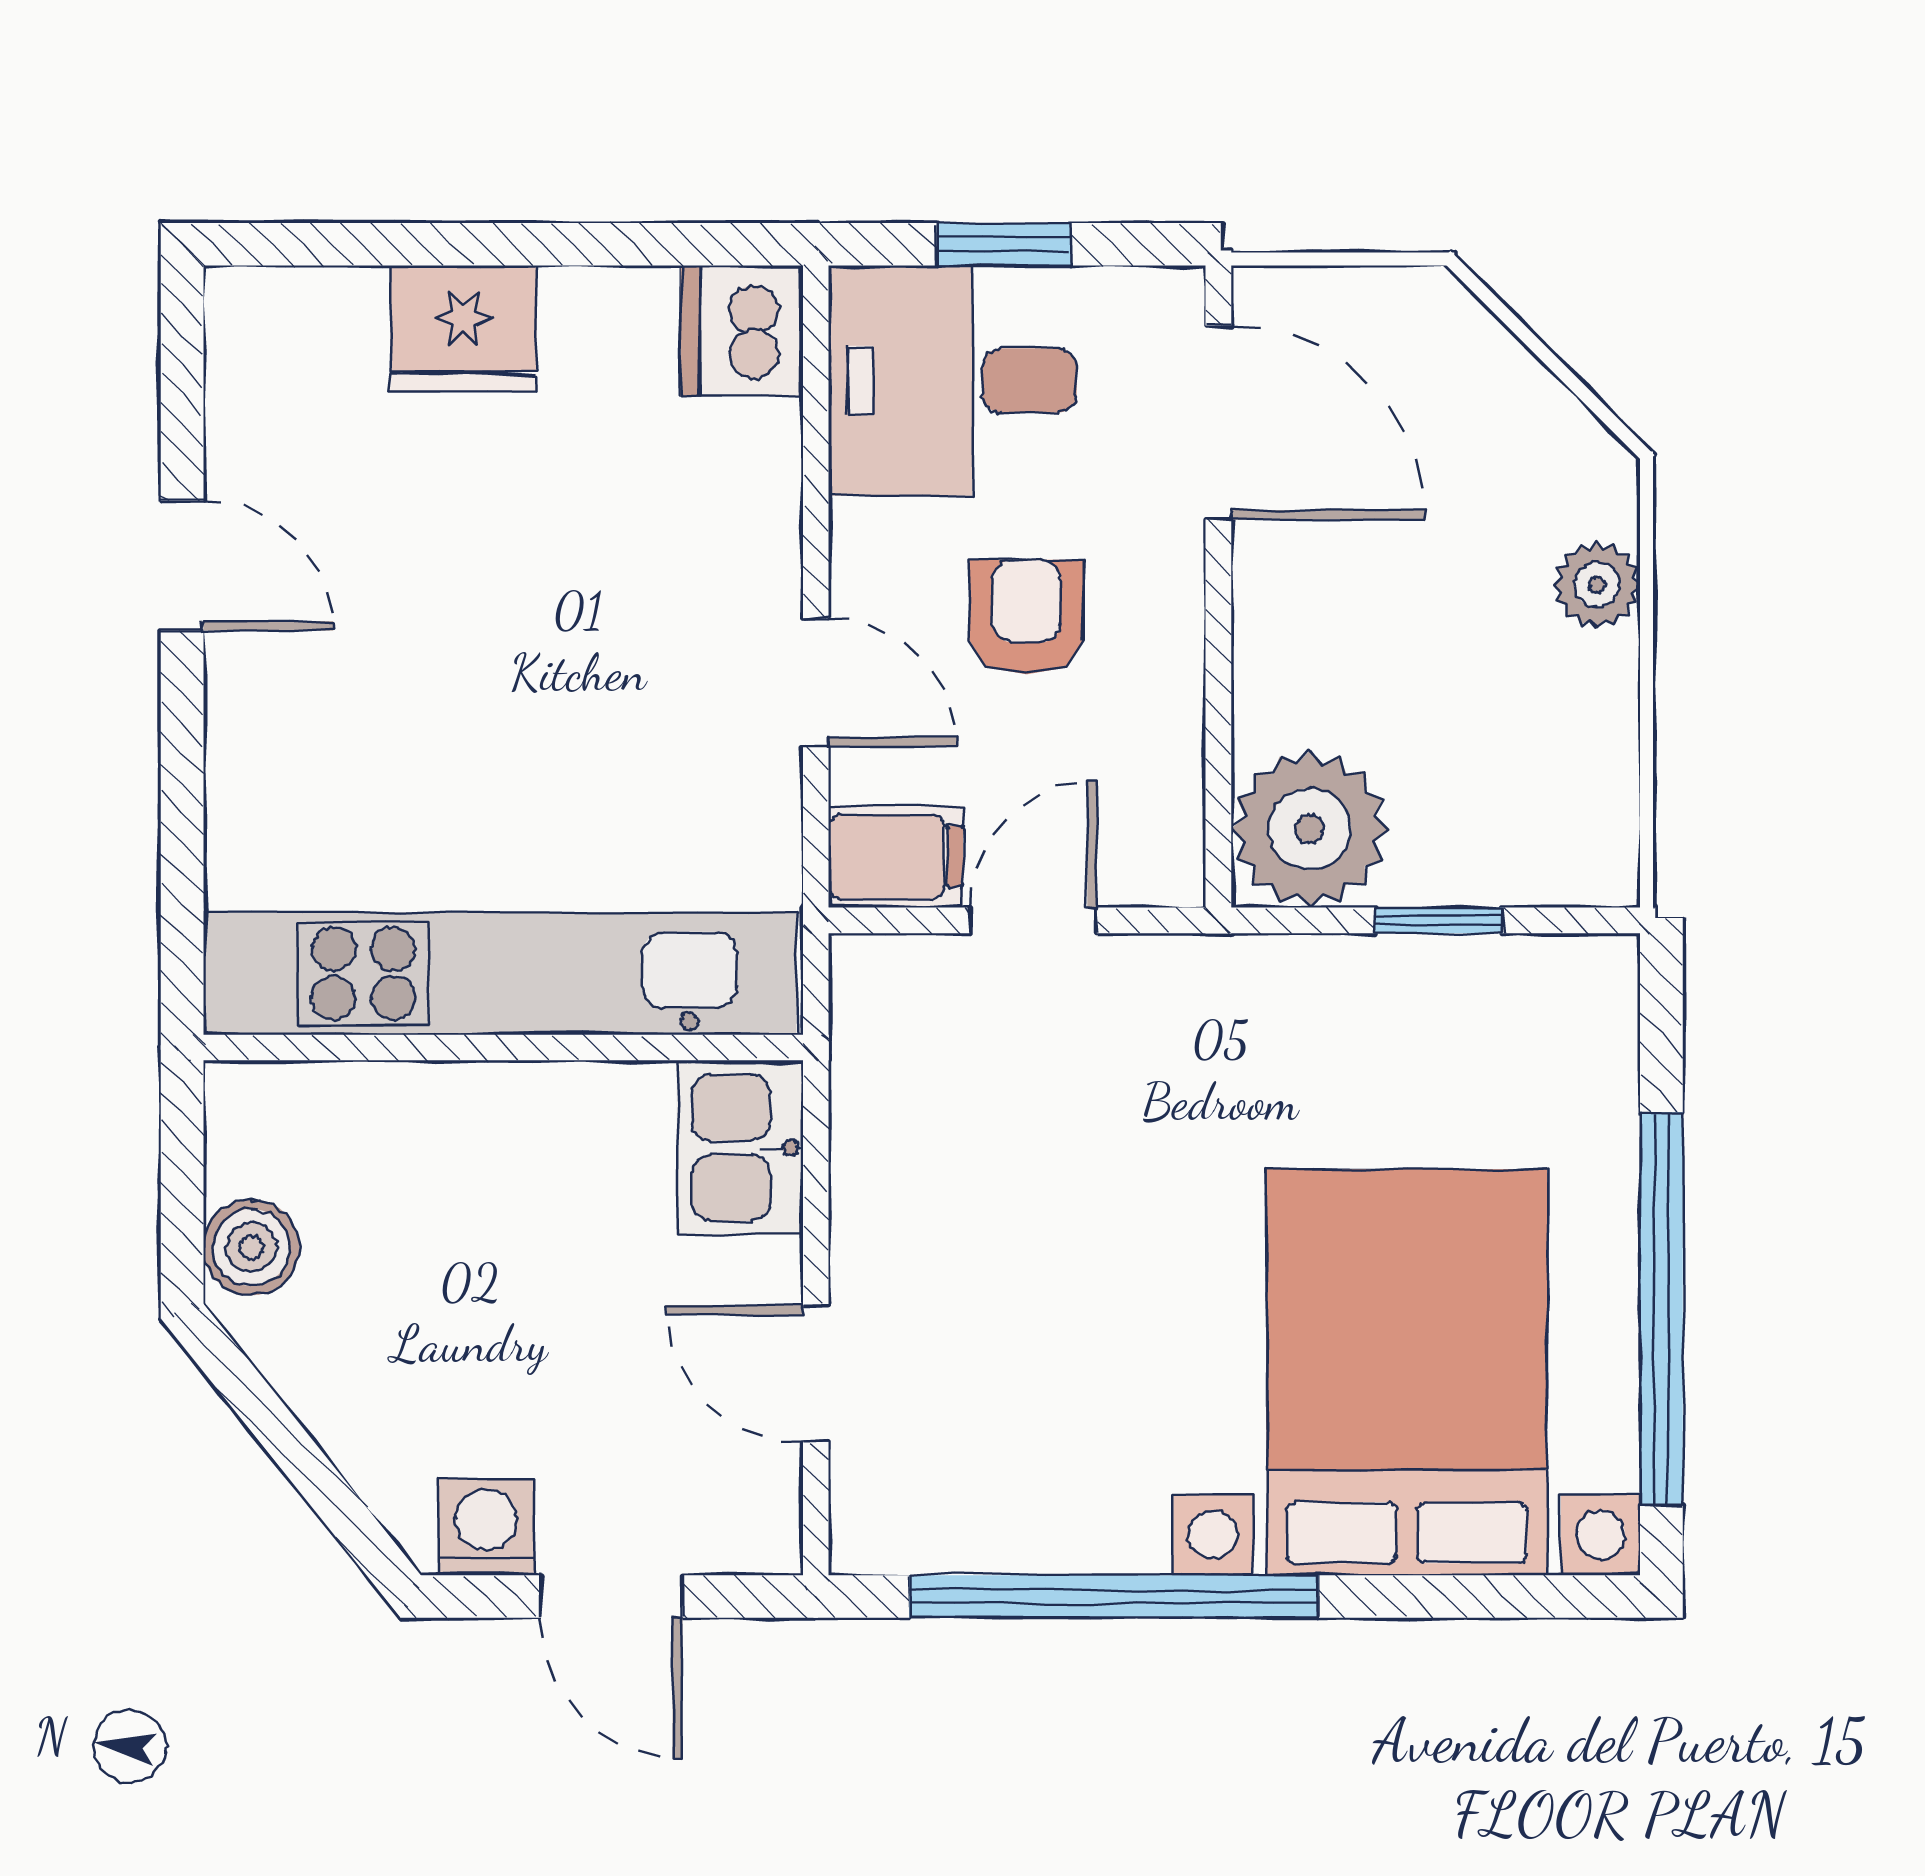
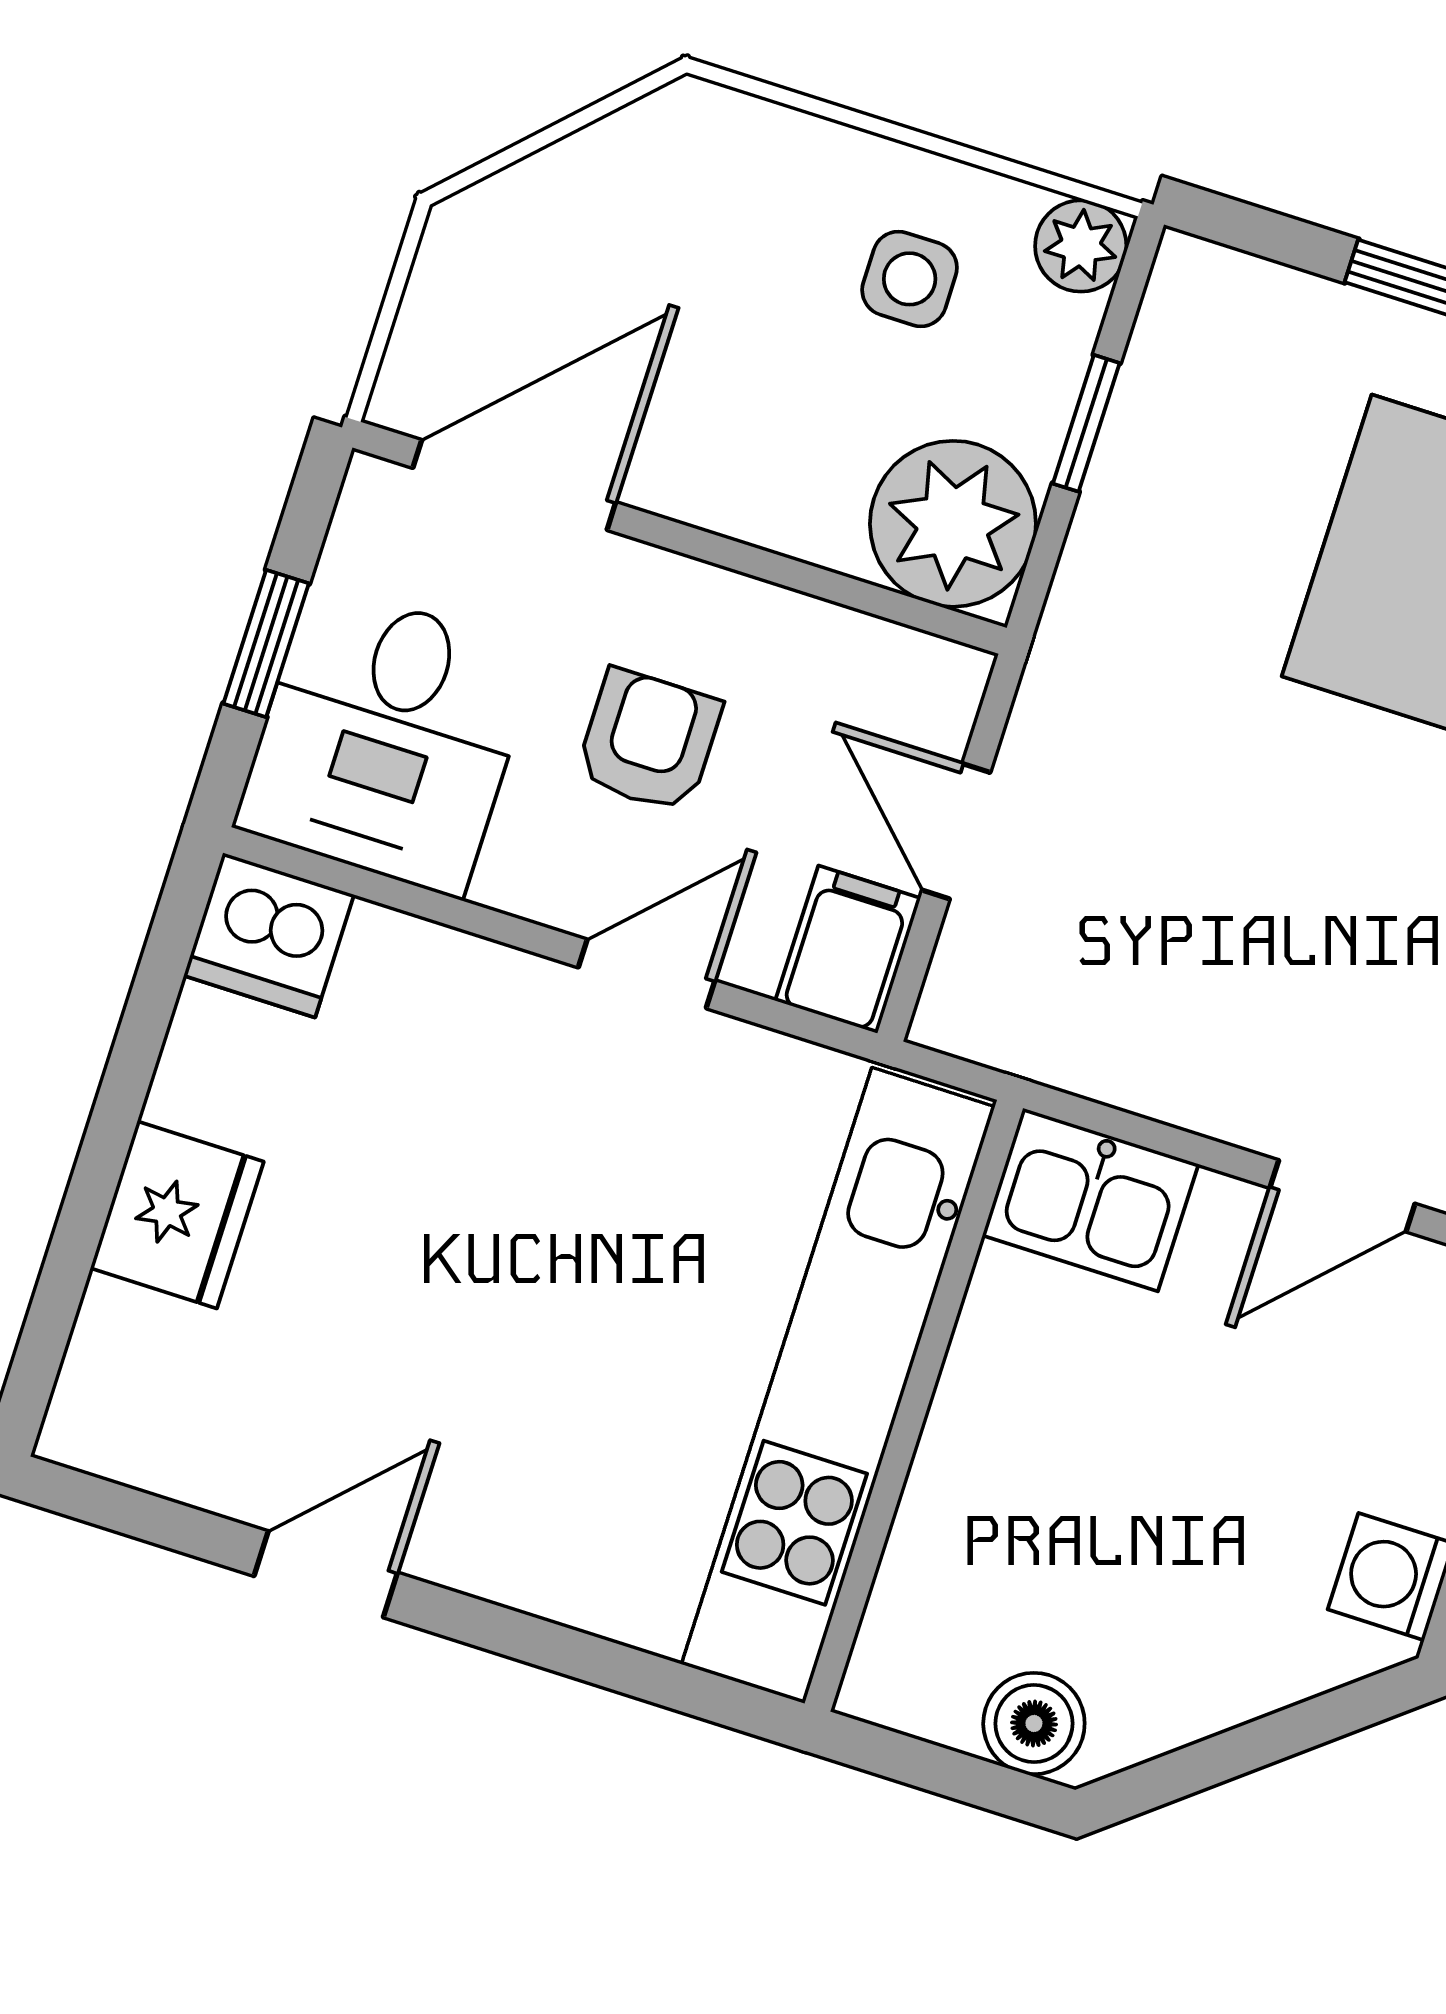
plant: (1597, 585) -> (1081, 246), moved
armchair: (1027, 617) -> (649, 741), turned 90
side table: (1518, 720) -> (910, 279), added

